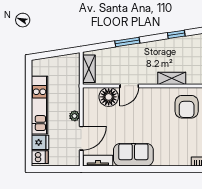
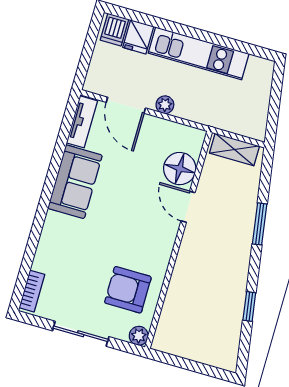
shelving: (172, 78) -> (181, 279), removed

